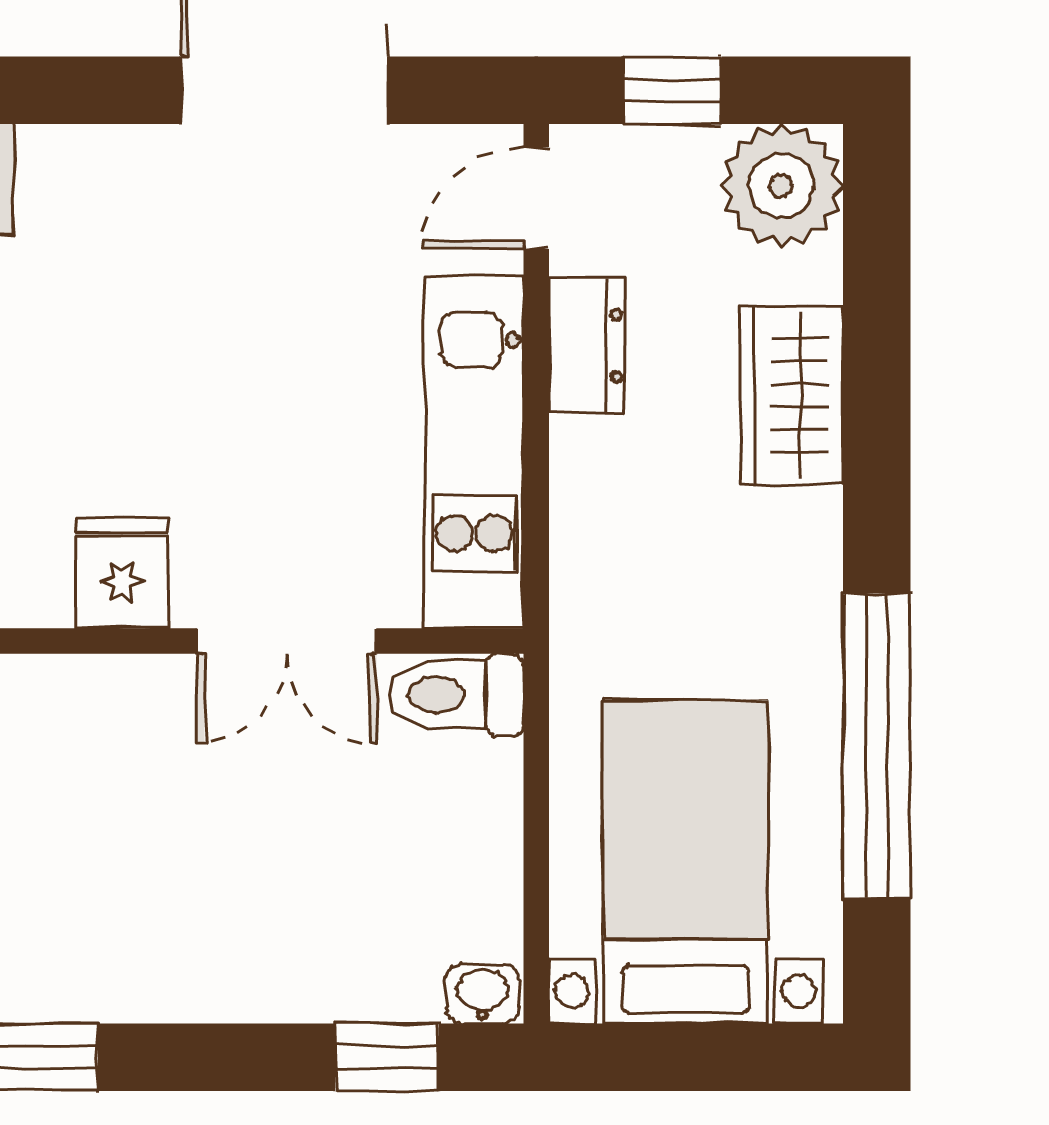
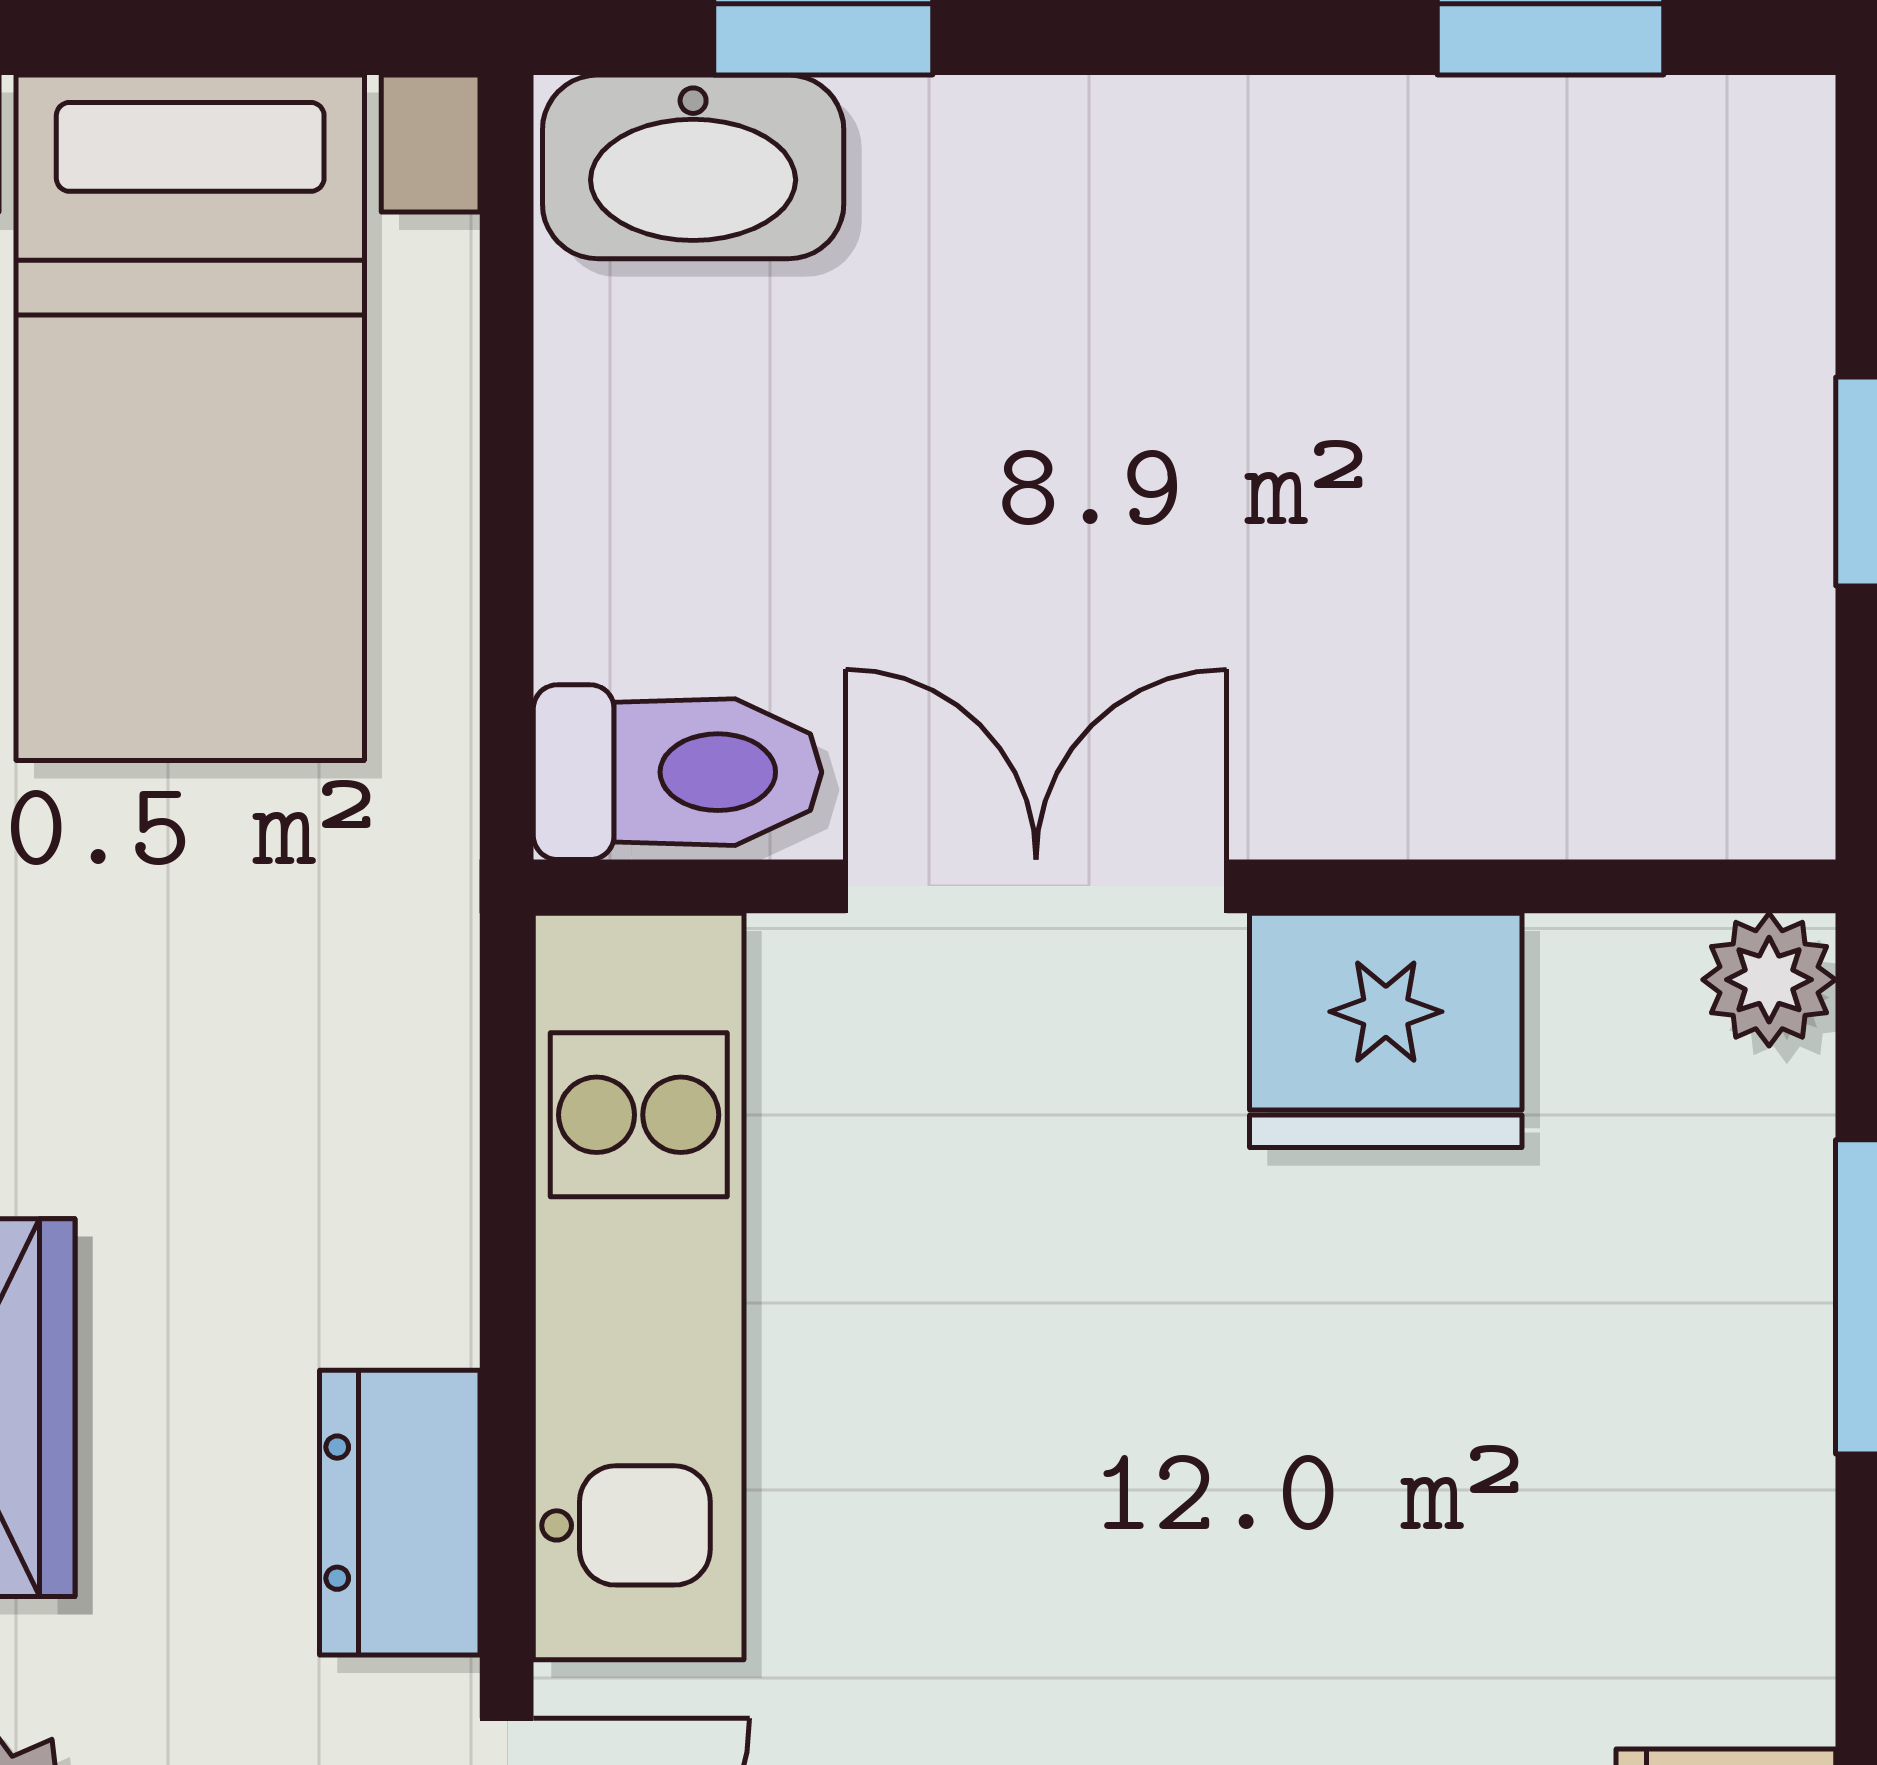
fridge: (122, 573) -> (1386, 1030), width x1.38
washbasin: (482, 994) -> (693, 167), width x1.91, depth x1.45

